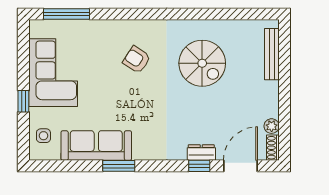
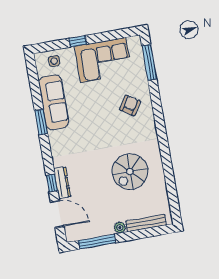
armchair: (137, 60) -> (130, 105), moved
window: (284, 121) -> (97, 242), added
plant: (272, 126) -> (120, 228), moved
shoe rack: (273, 148) -> (75, 236), removed
dresser: (201, 153) -> (62, 183), width x1.44

